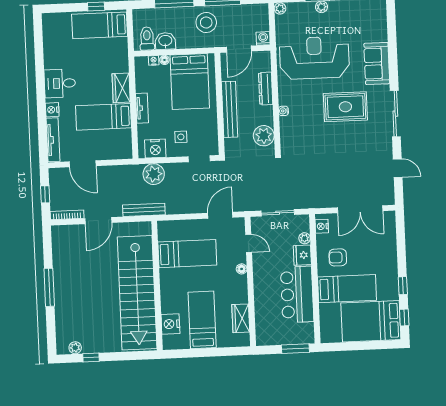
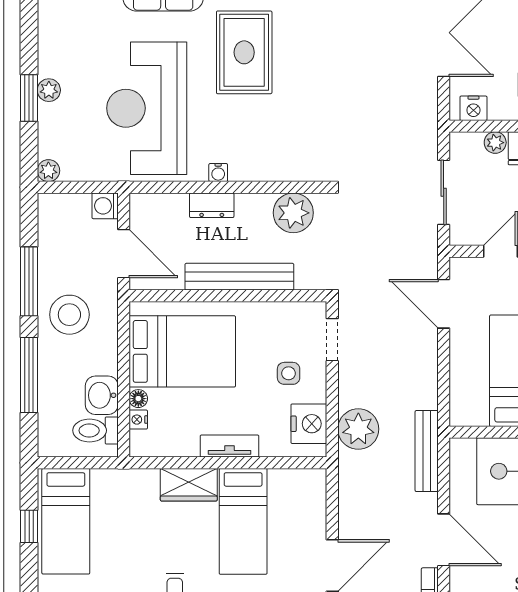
dresser: (266, 88) -> (212, 205), width x0.70
water cooler: (283, 111) -> (218, 173), moved

